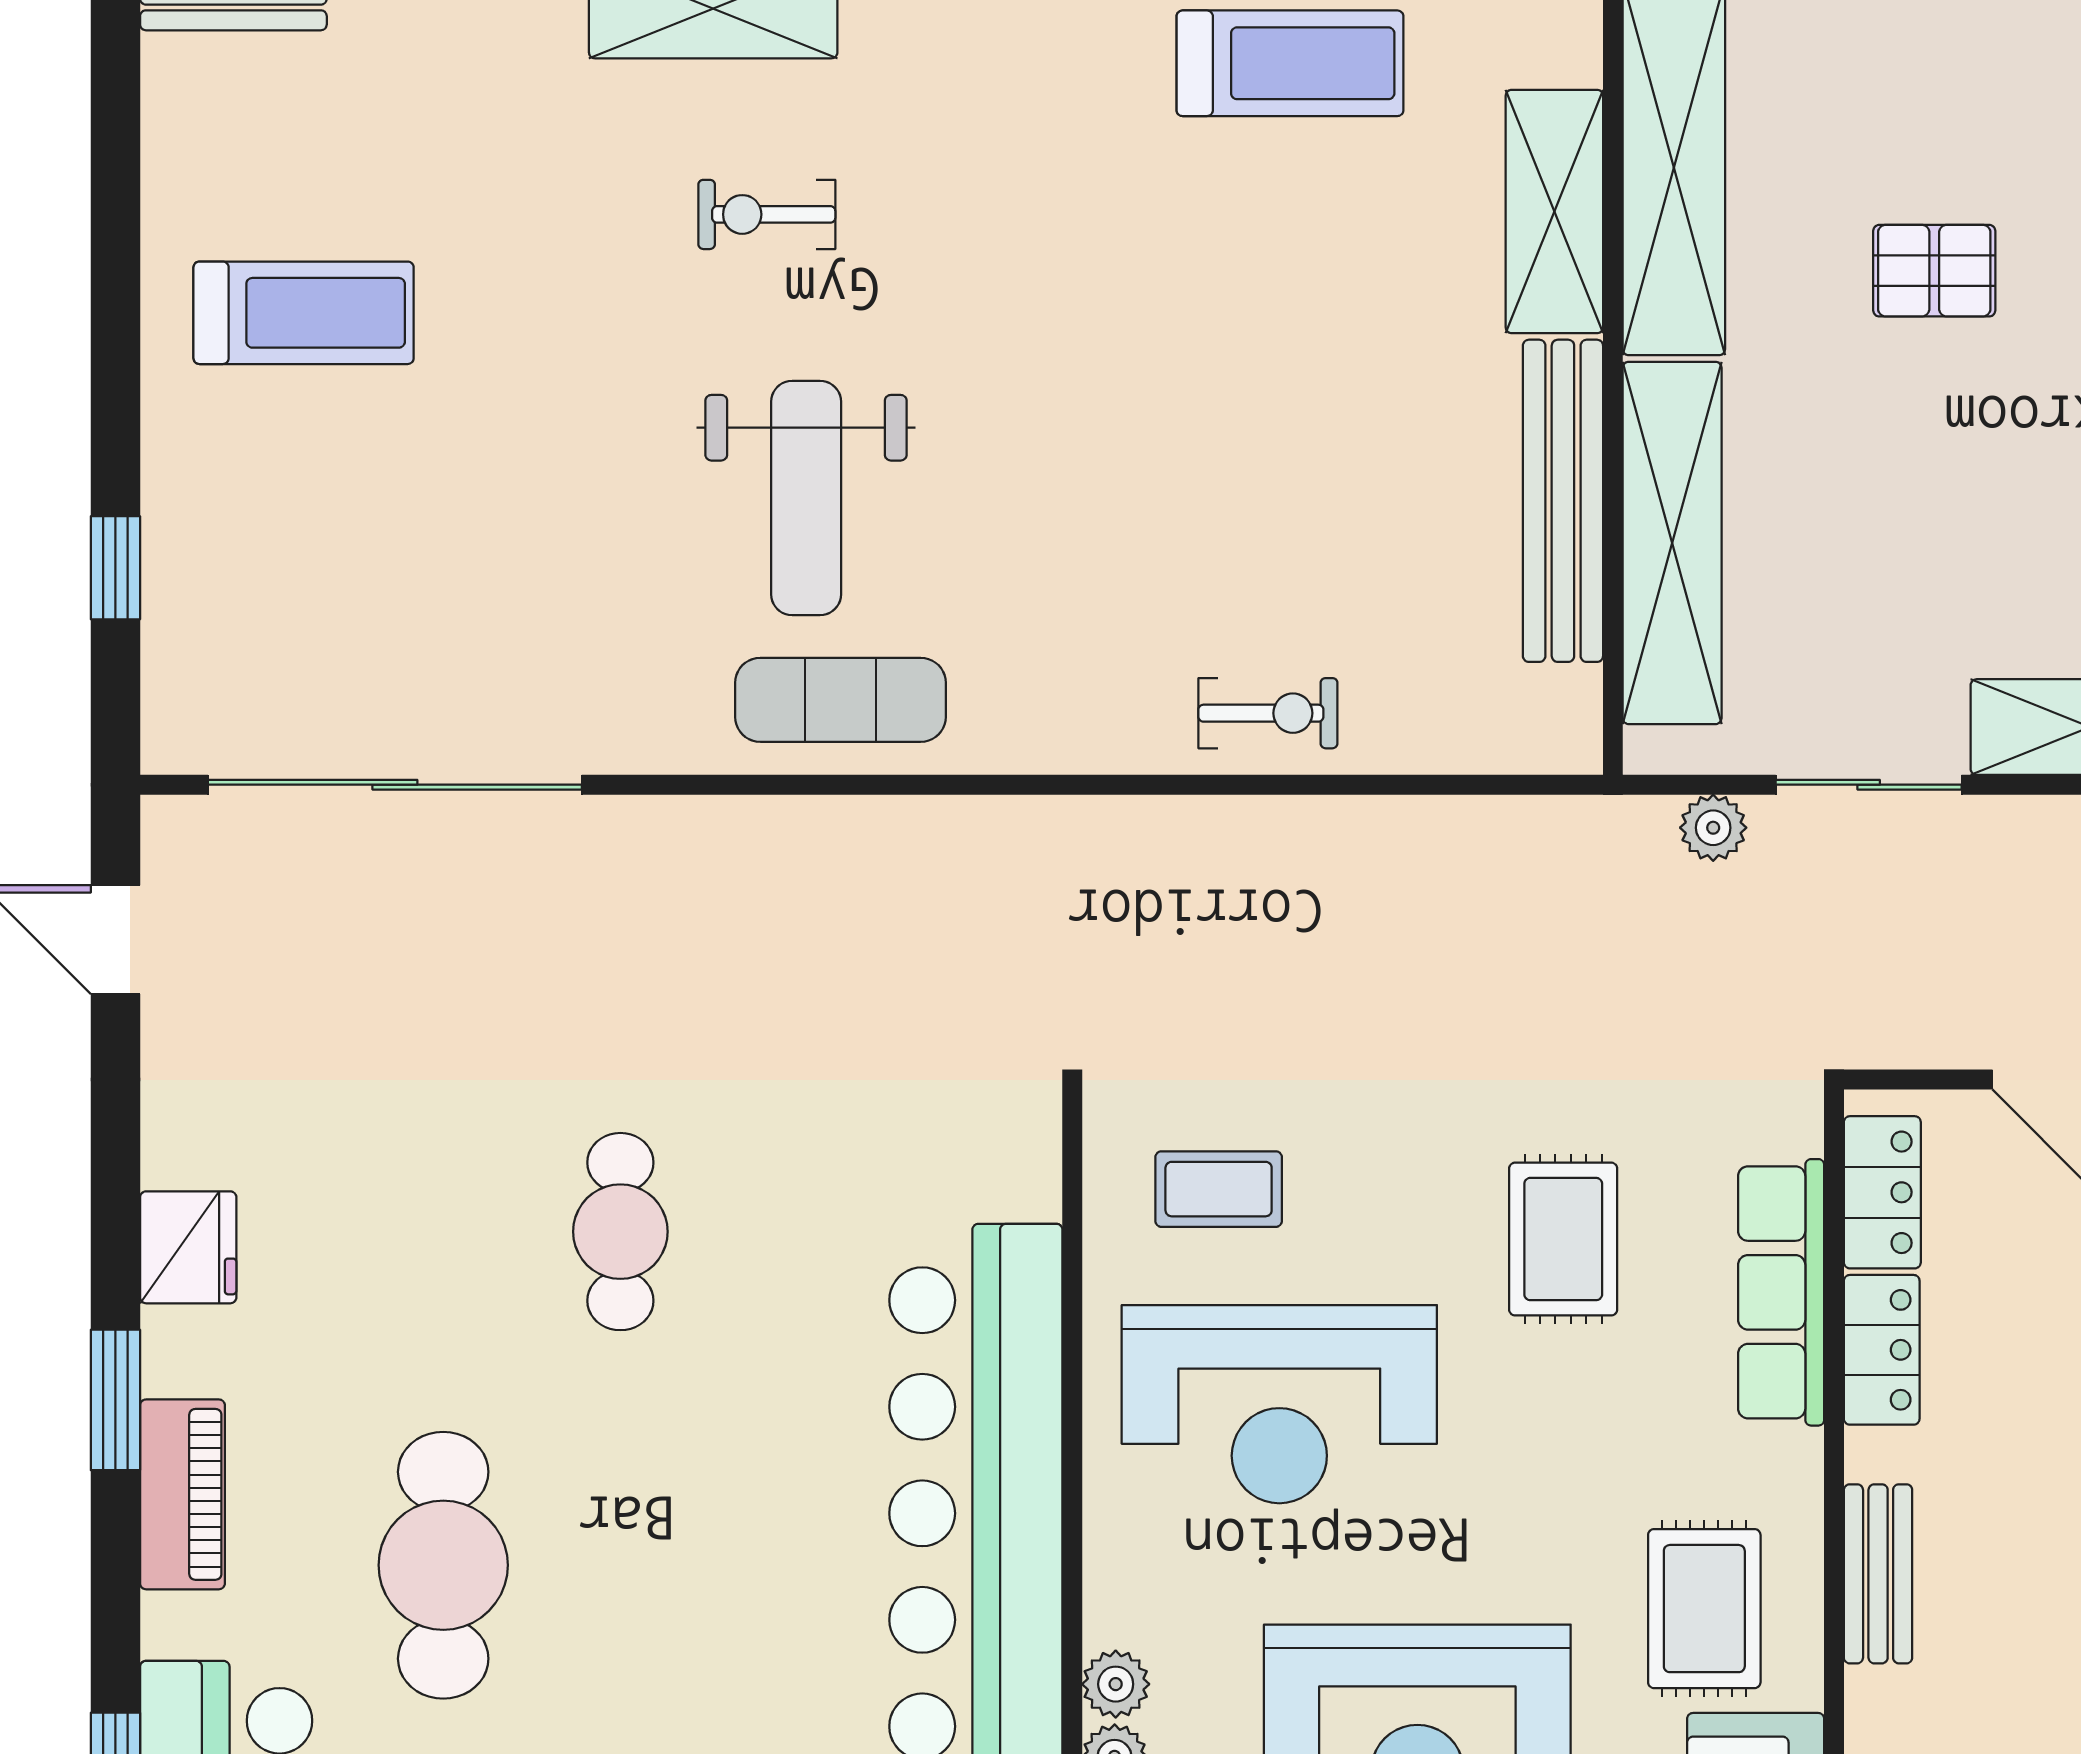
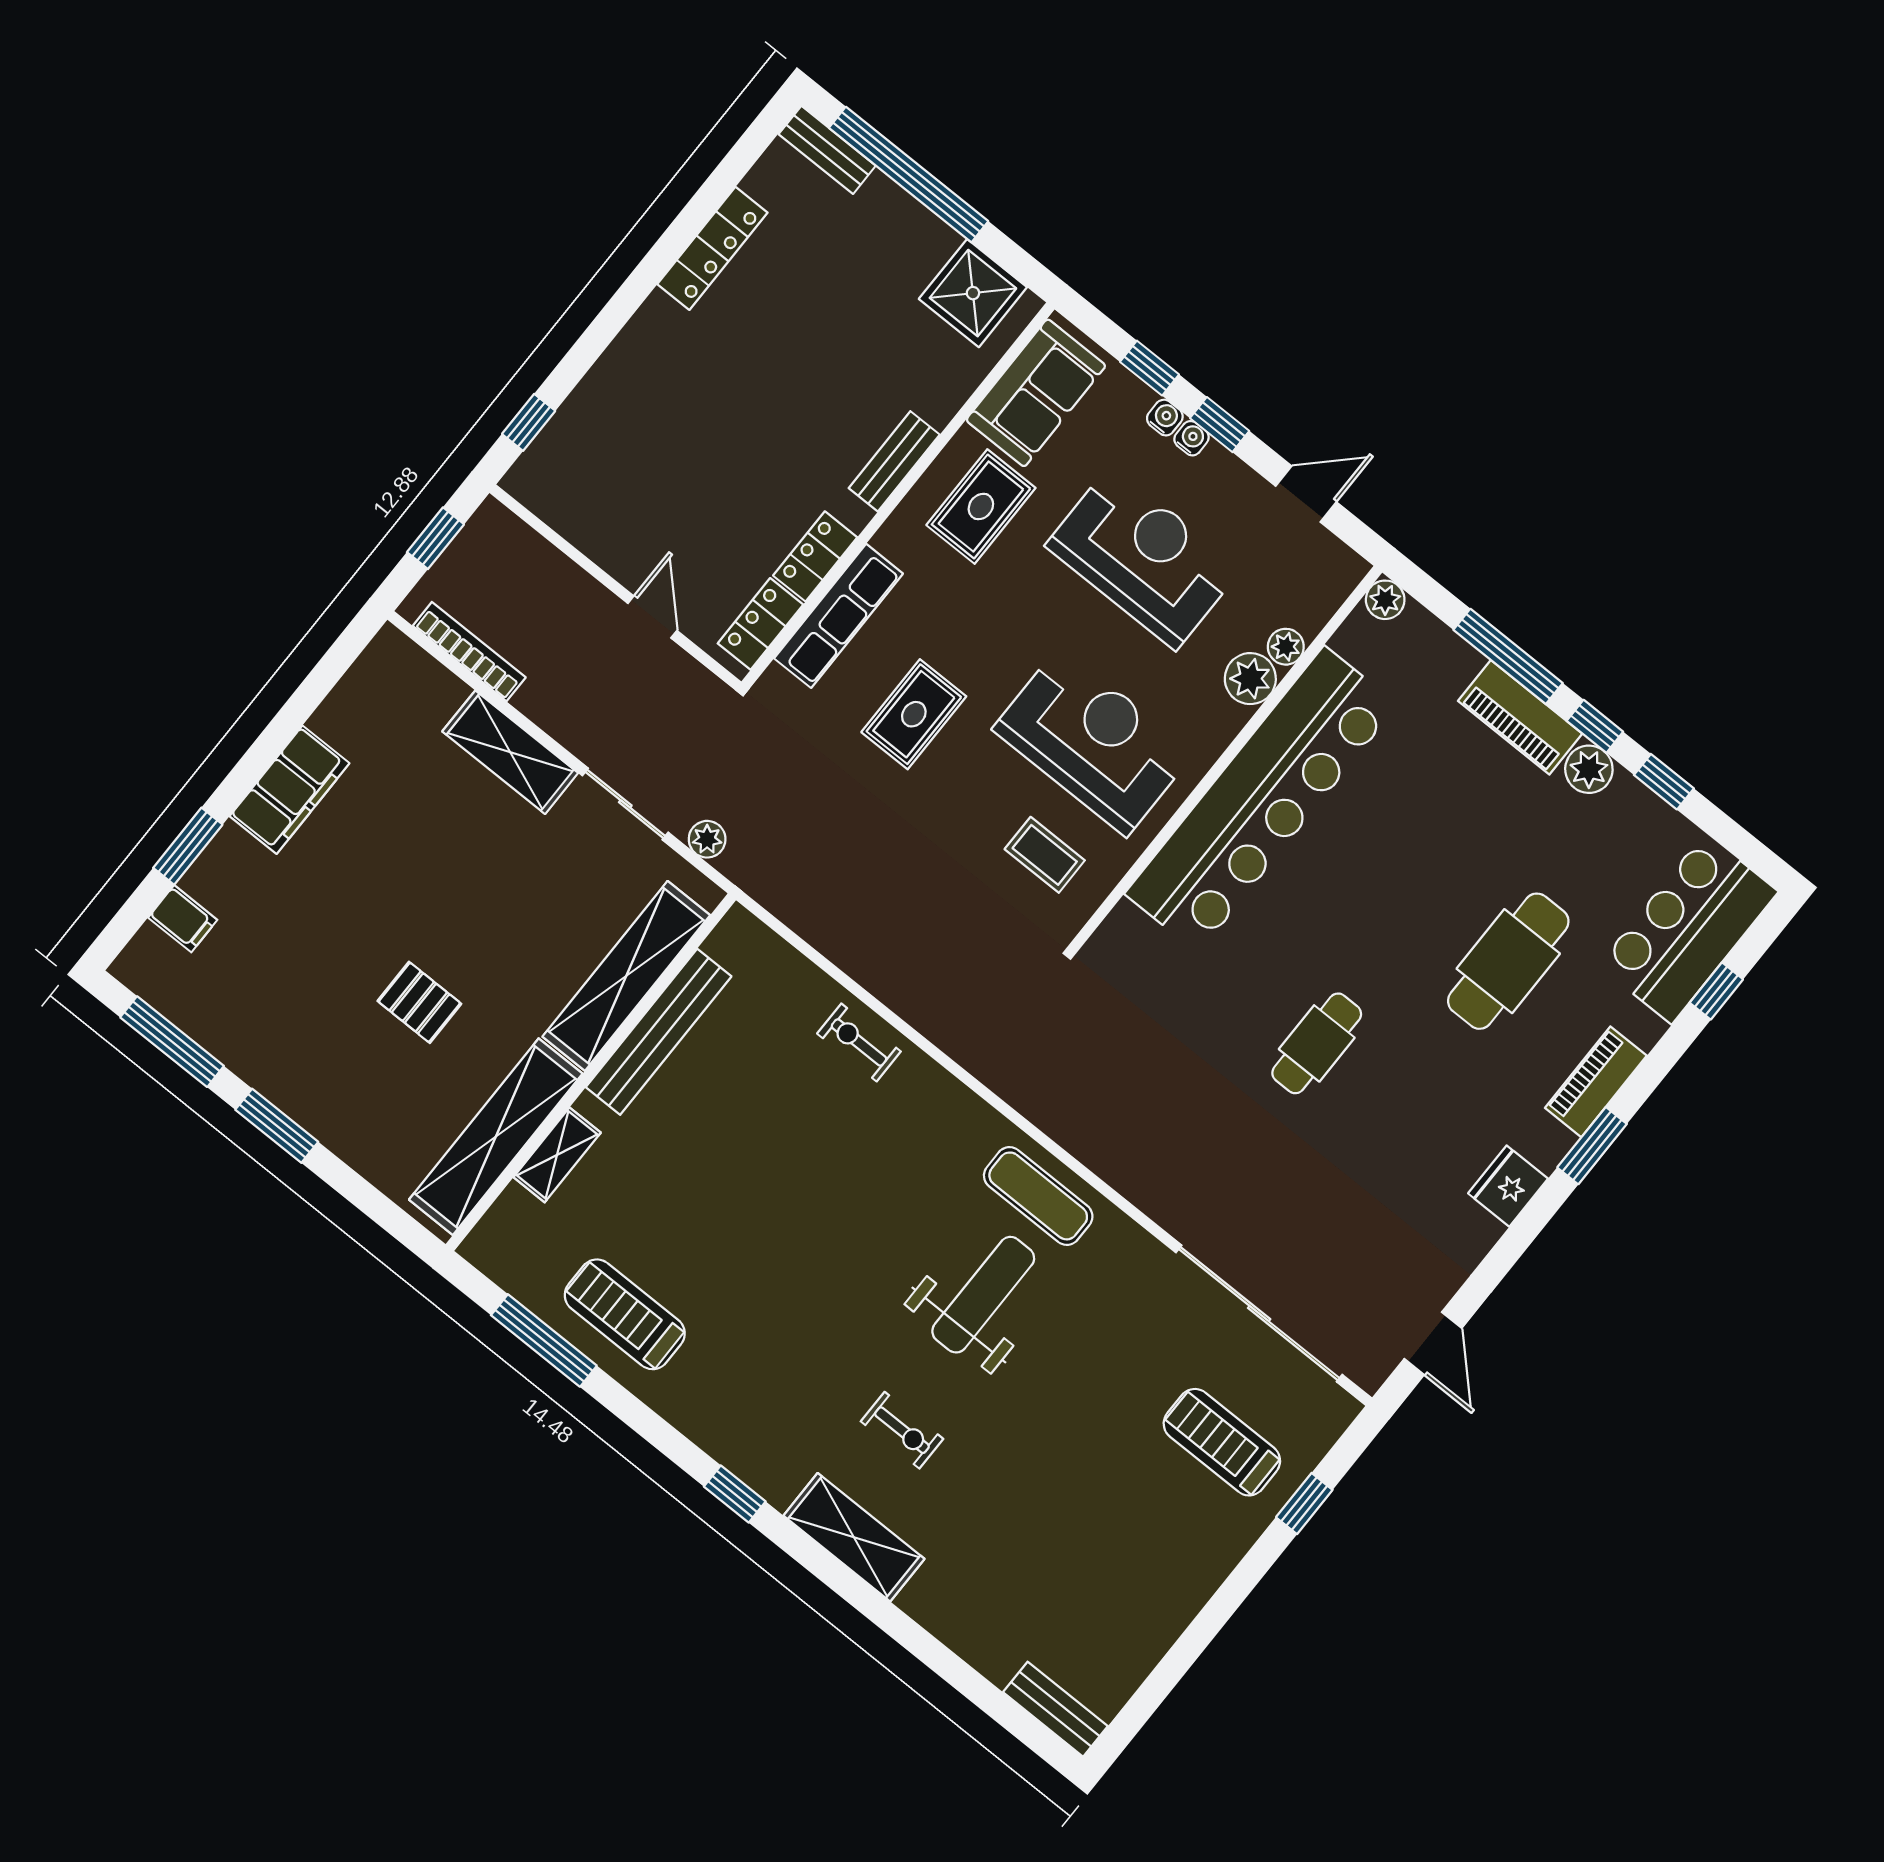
shelving: (1554, 211) -> (557, 1155), width x0.67, depth x0.75
treadmill: (304, 313) -> (1222, 1442), moved
plant: (1116, 1684) -> (1250, 679), width x1.38, depth x1.38

